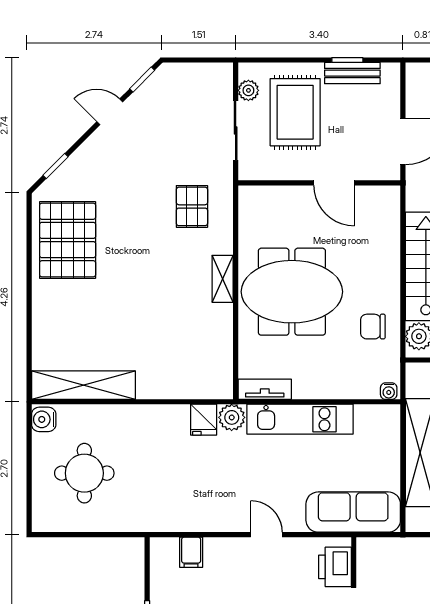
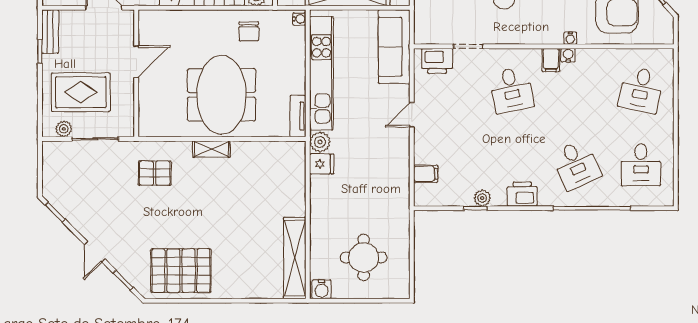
bench: (352, 73) -> (50, 32), moved
door: (110, 112) -> (95, 252), moved
kitchen unit: (300, 419) -> (321, 73), width x1.36

